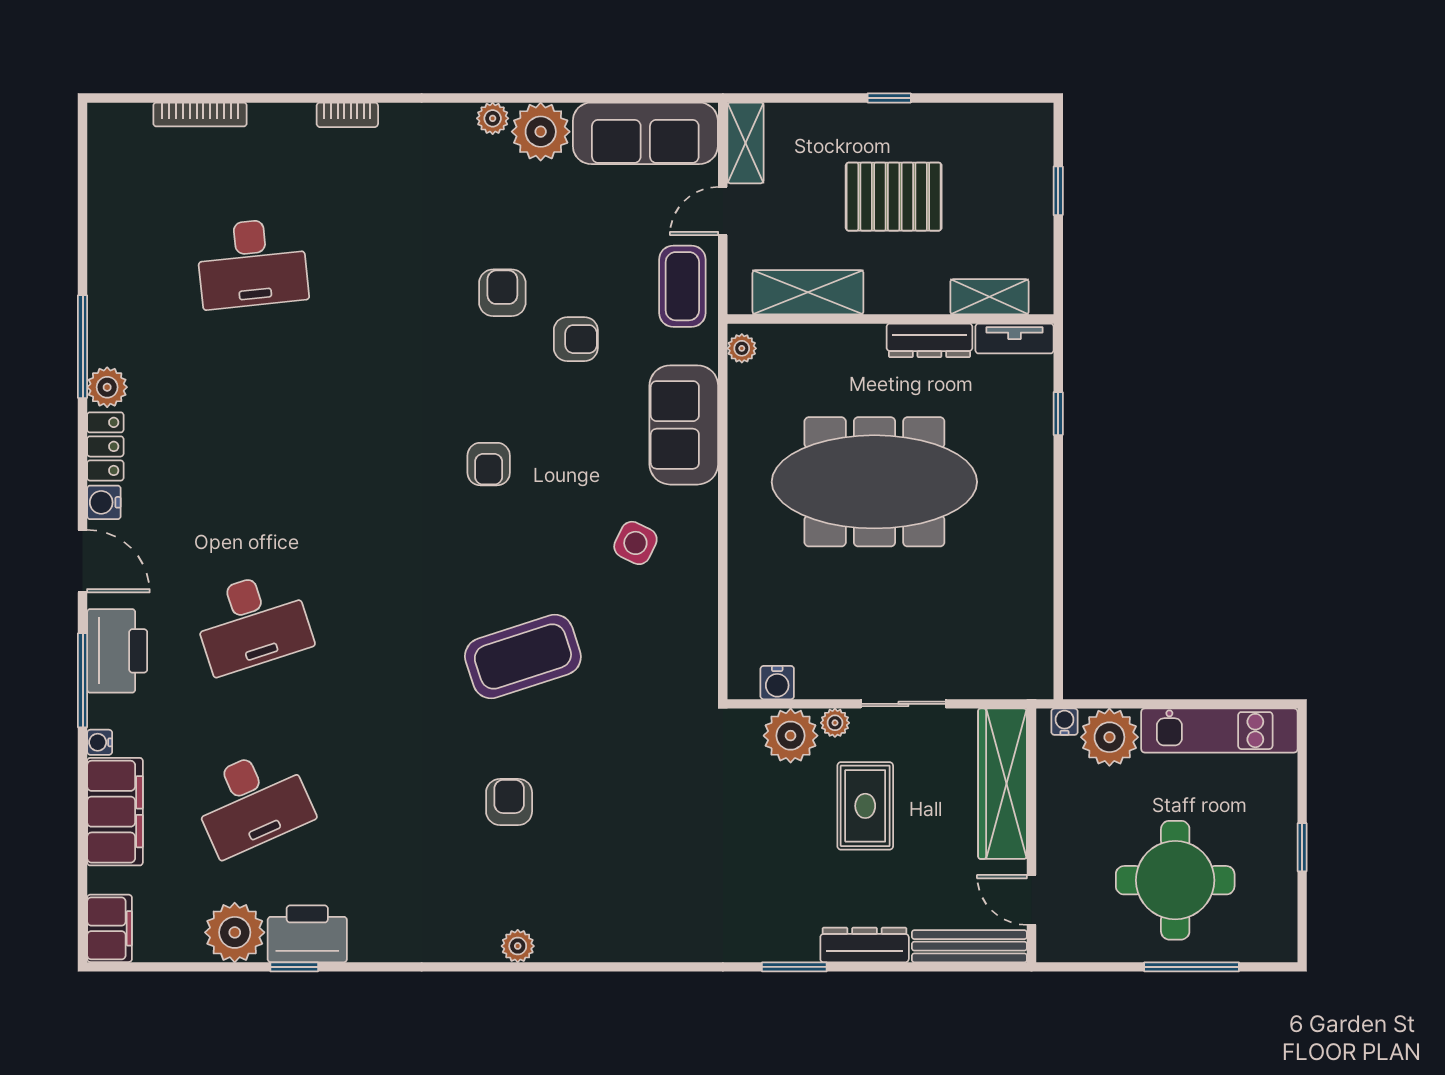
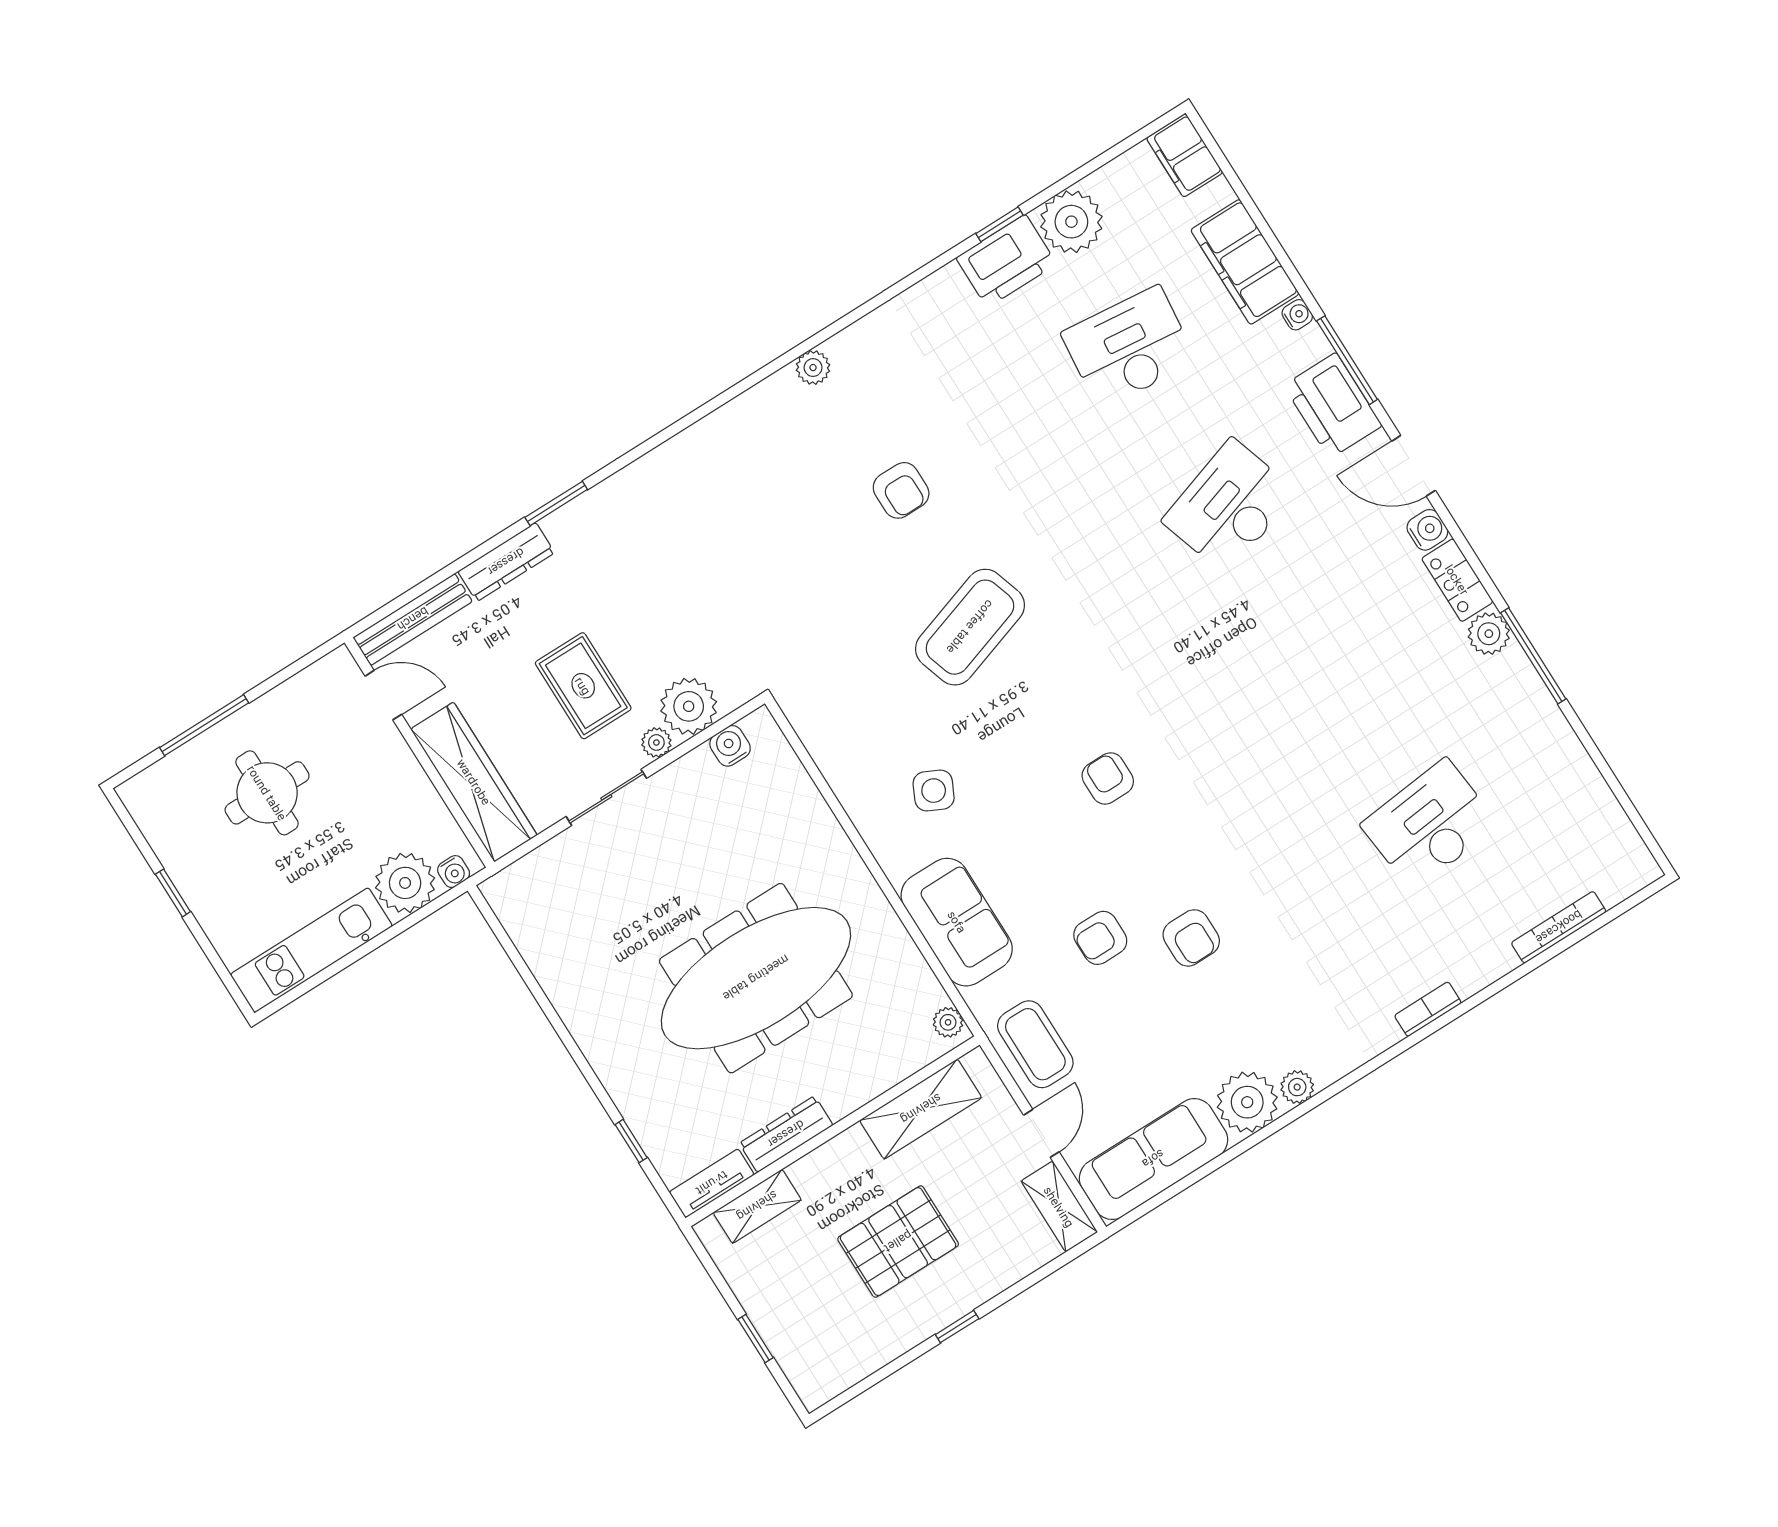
desk: (252, 802) -> (1129, 347), turned 30
round table: (1175, 880) -> (267, 793), width x0.73, depth x0.73

